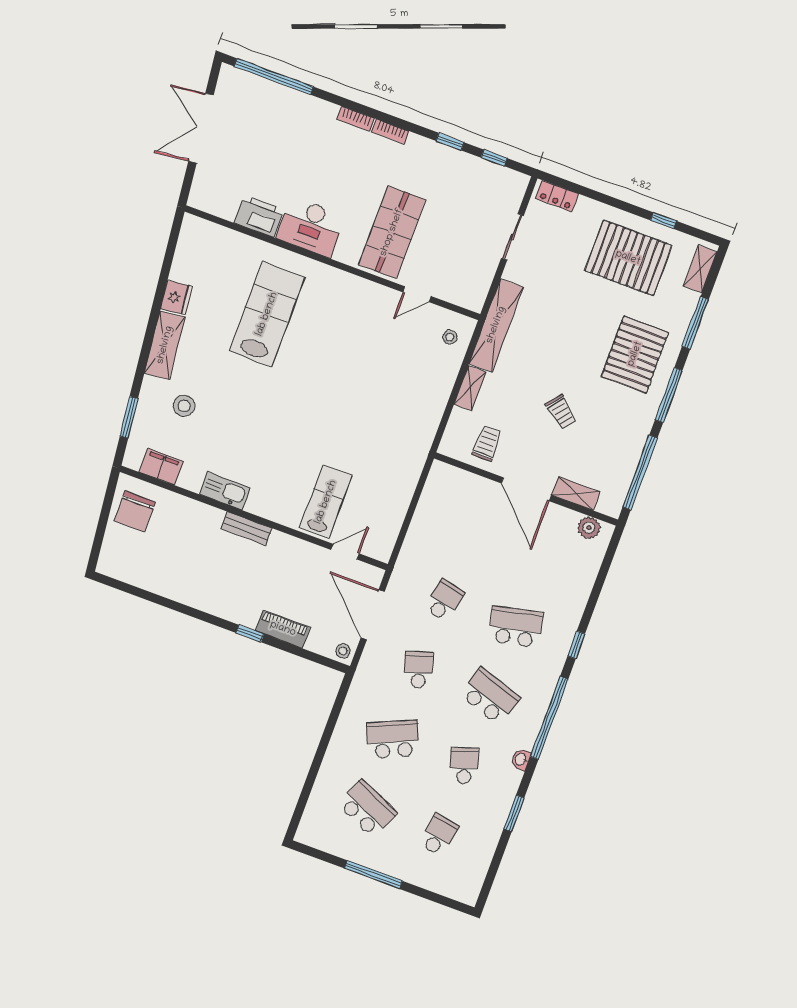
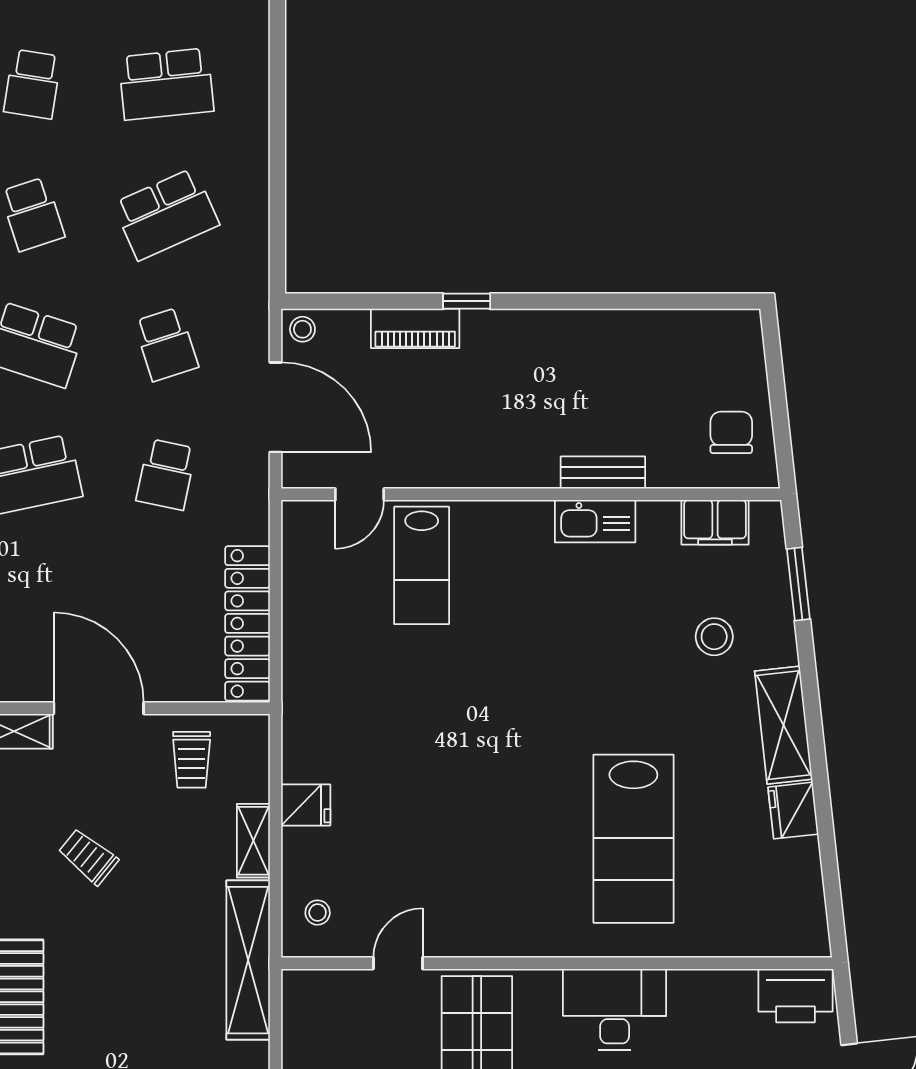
printer: (259, 216) -> (796, 996), moved
fridge: (435, 397) -> (306, 805), added
locker: (430, 505) -> (248, 623), added
chair: (135, 511) -> (731, 432), width x0.73, depth x0.73
bench: (246, 528) -> (603, 473), moved
school desk: (367, 809) -> (166, 84), turned -30

